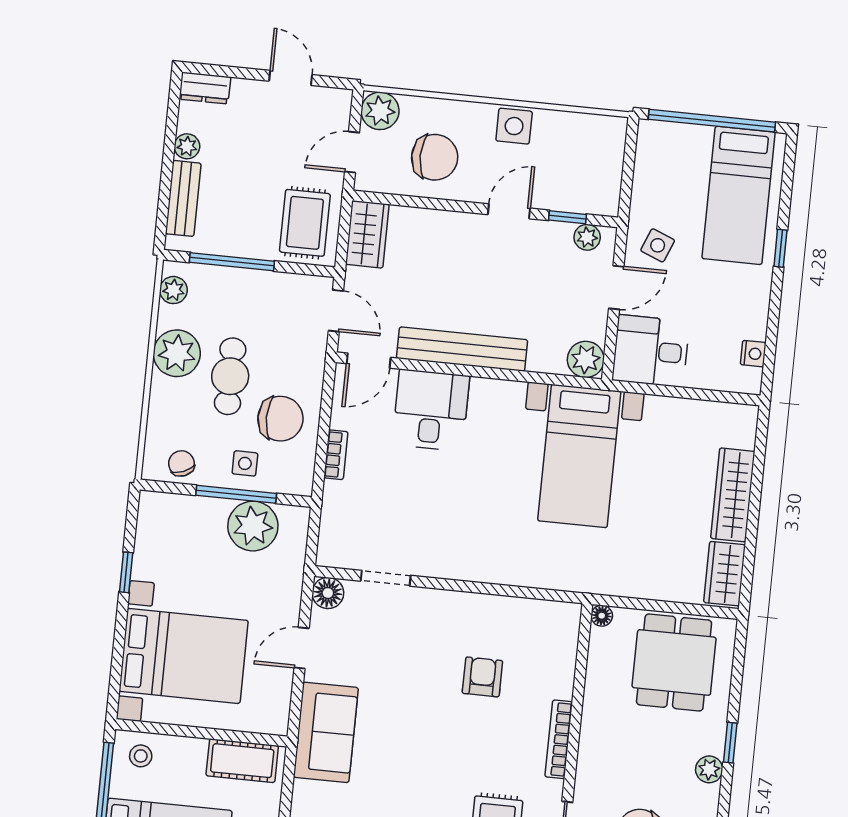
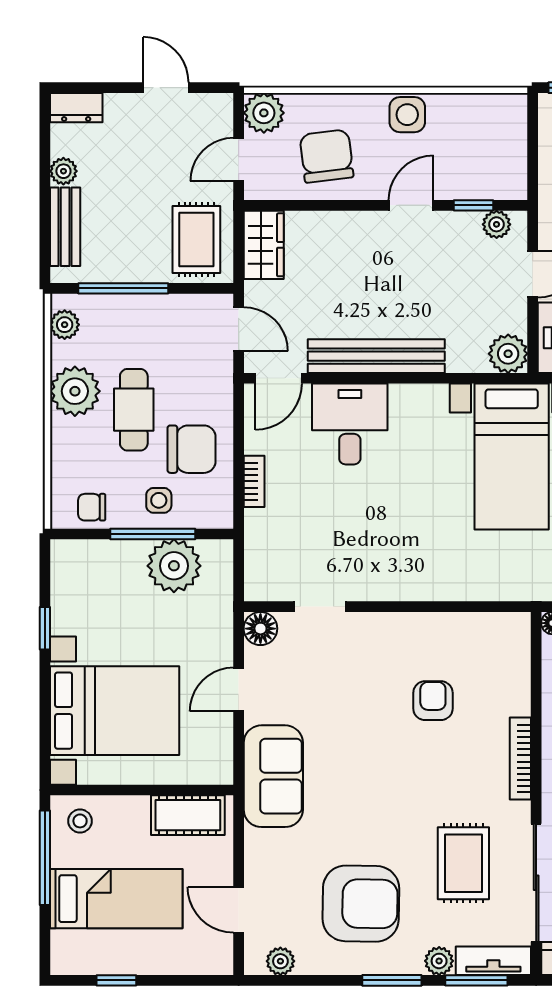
chair: (435, 157) -> (327, 156), turned -97
chair: (181, 463) -> (92, 507), turned -68

